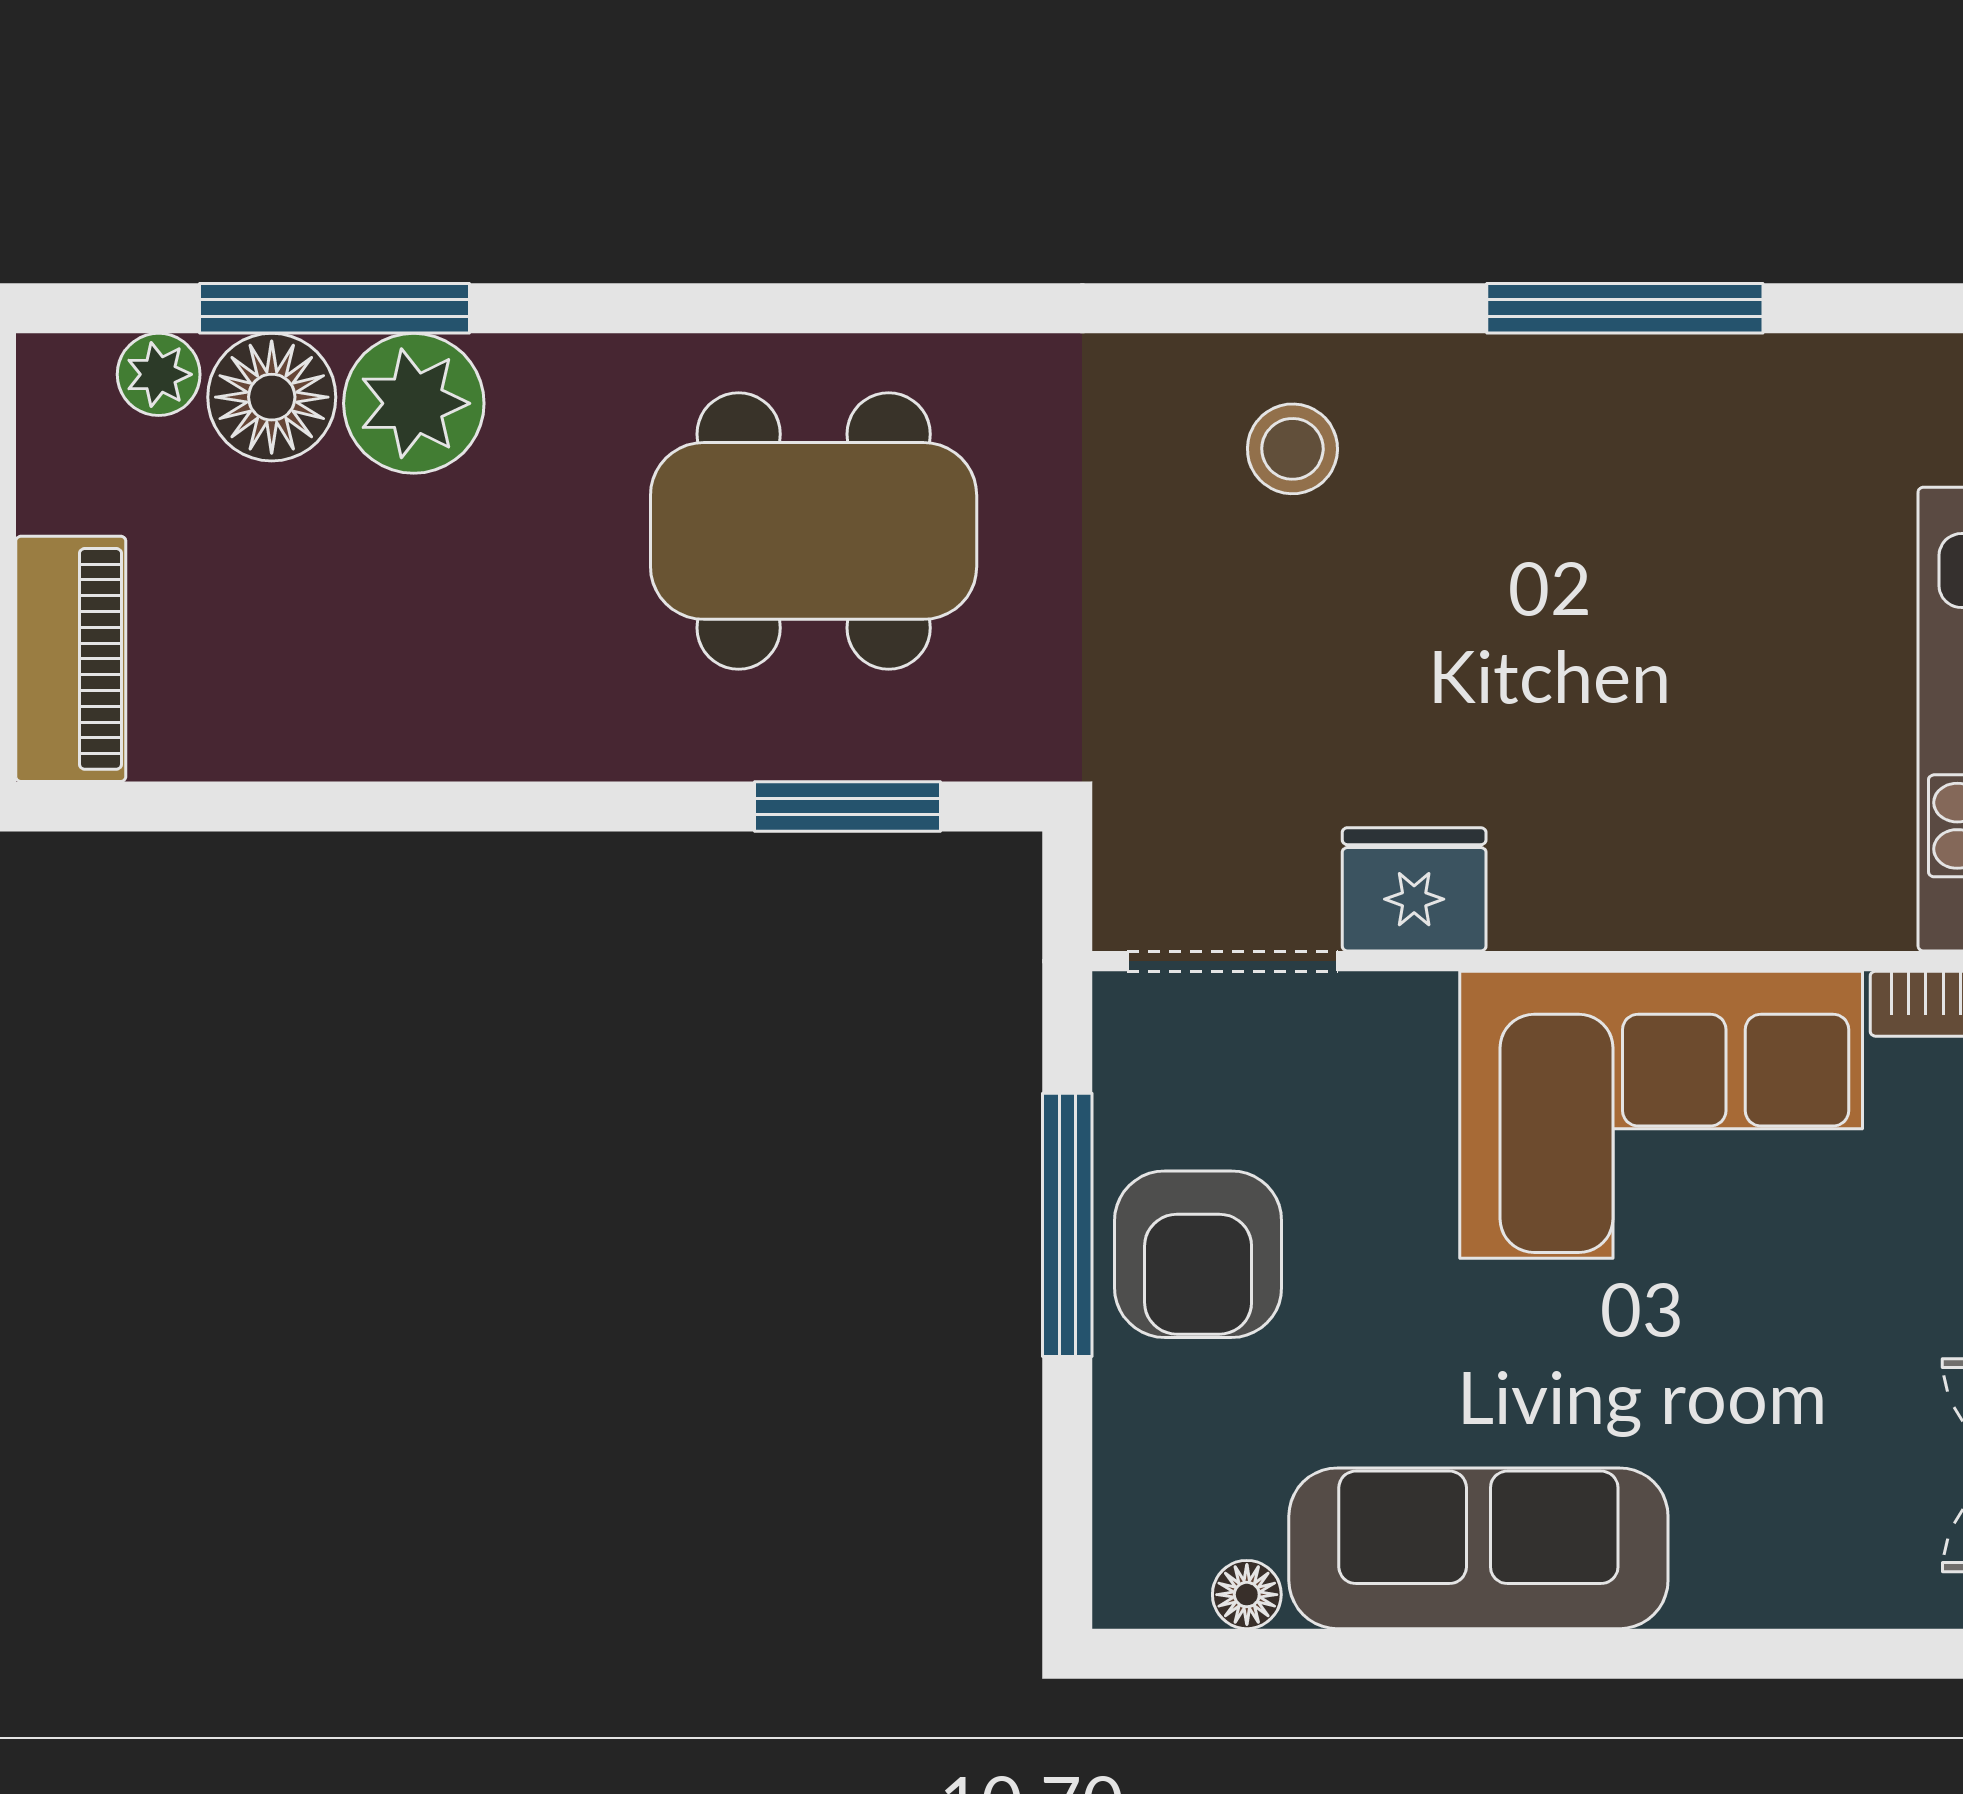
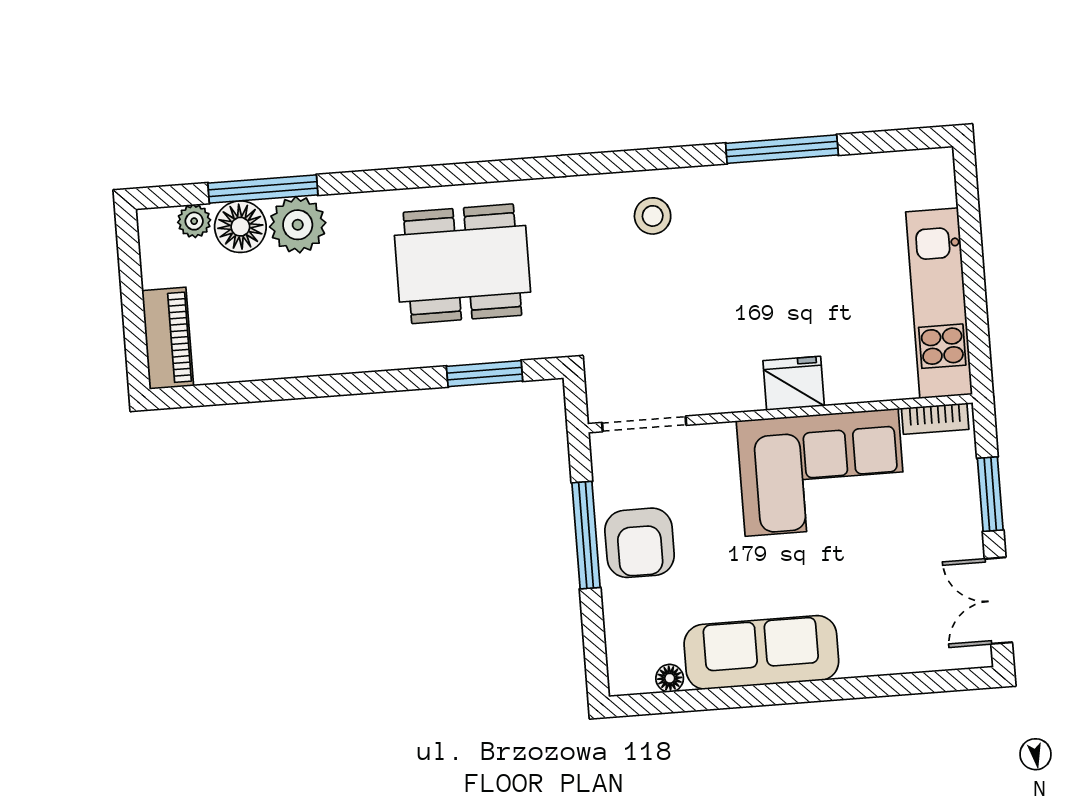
fridge: (1414, 889) -> (794, 383), moved

